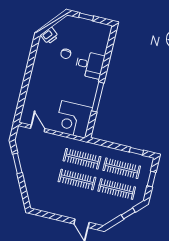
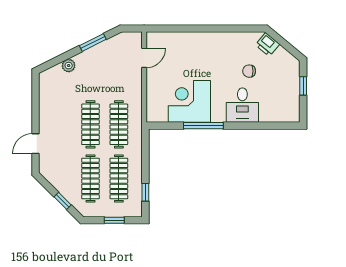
corner desk: (74, 119) -> (189, 101), moved
plant: (30, 185) -> (69, 66), added

